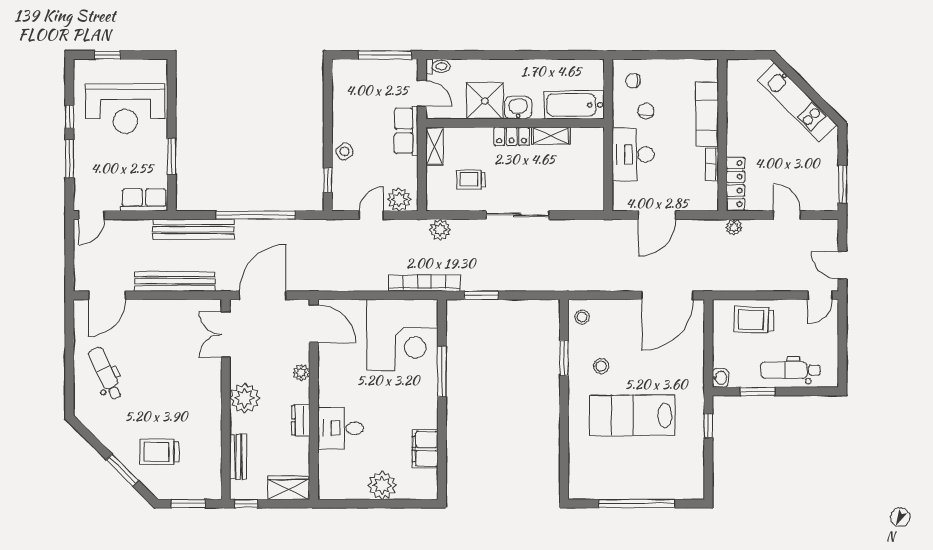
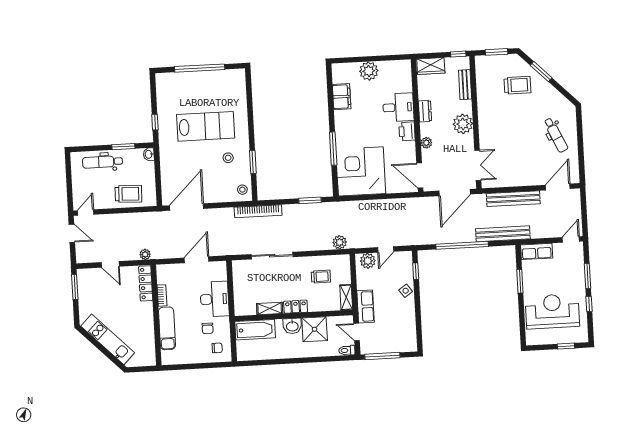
sliding door: (517, 215) -> (272, 256), moved
bookcase: (425, 283) -> (258, 211), moved
dental chair: (790, 370) -> (103, 162), turned 180
printer: (329, 391) -> (407, 131), added

